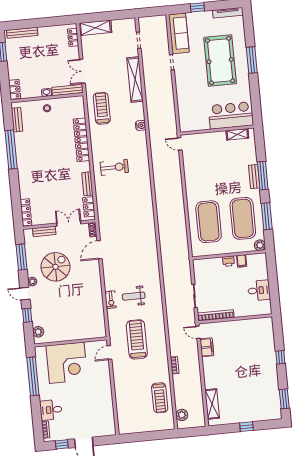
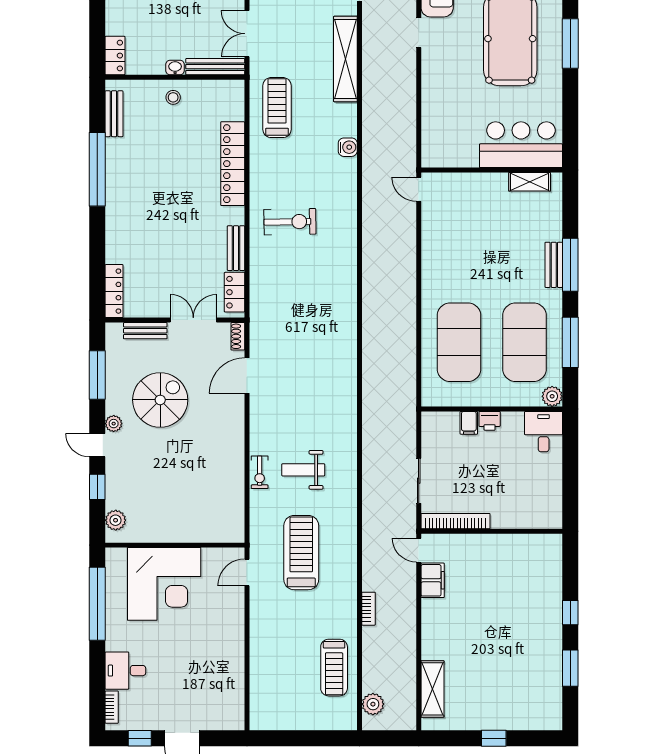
filing cabinet: (242, 261) -> (469, 423), moved
desk: (259, 290) -> (544, 432), moved, turned -90
window: (284, 399) -> (570, 668), moved

